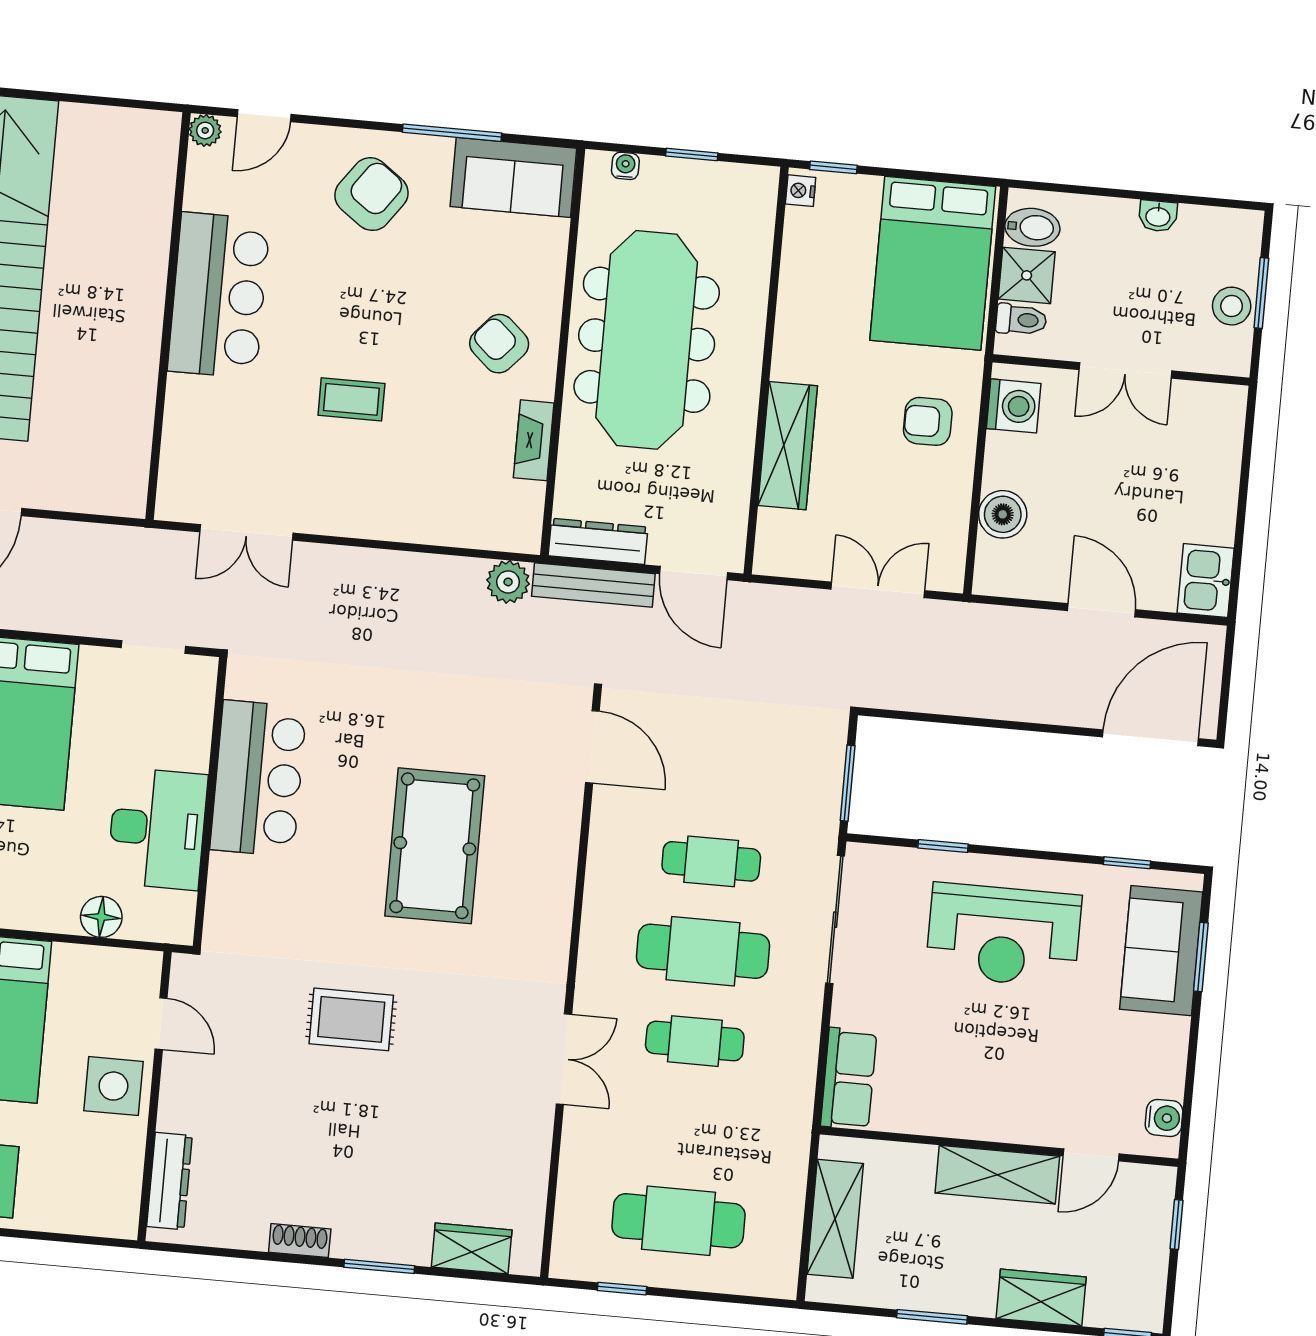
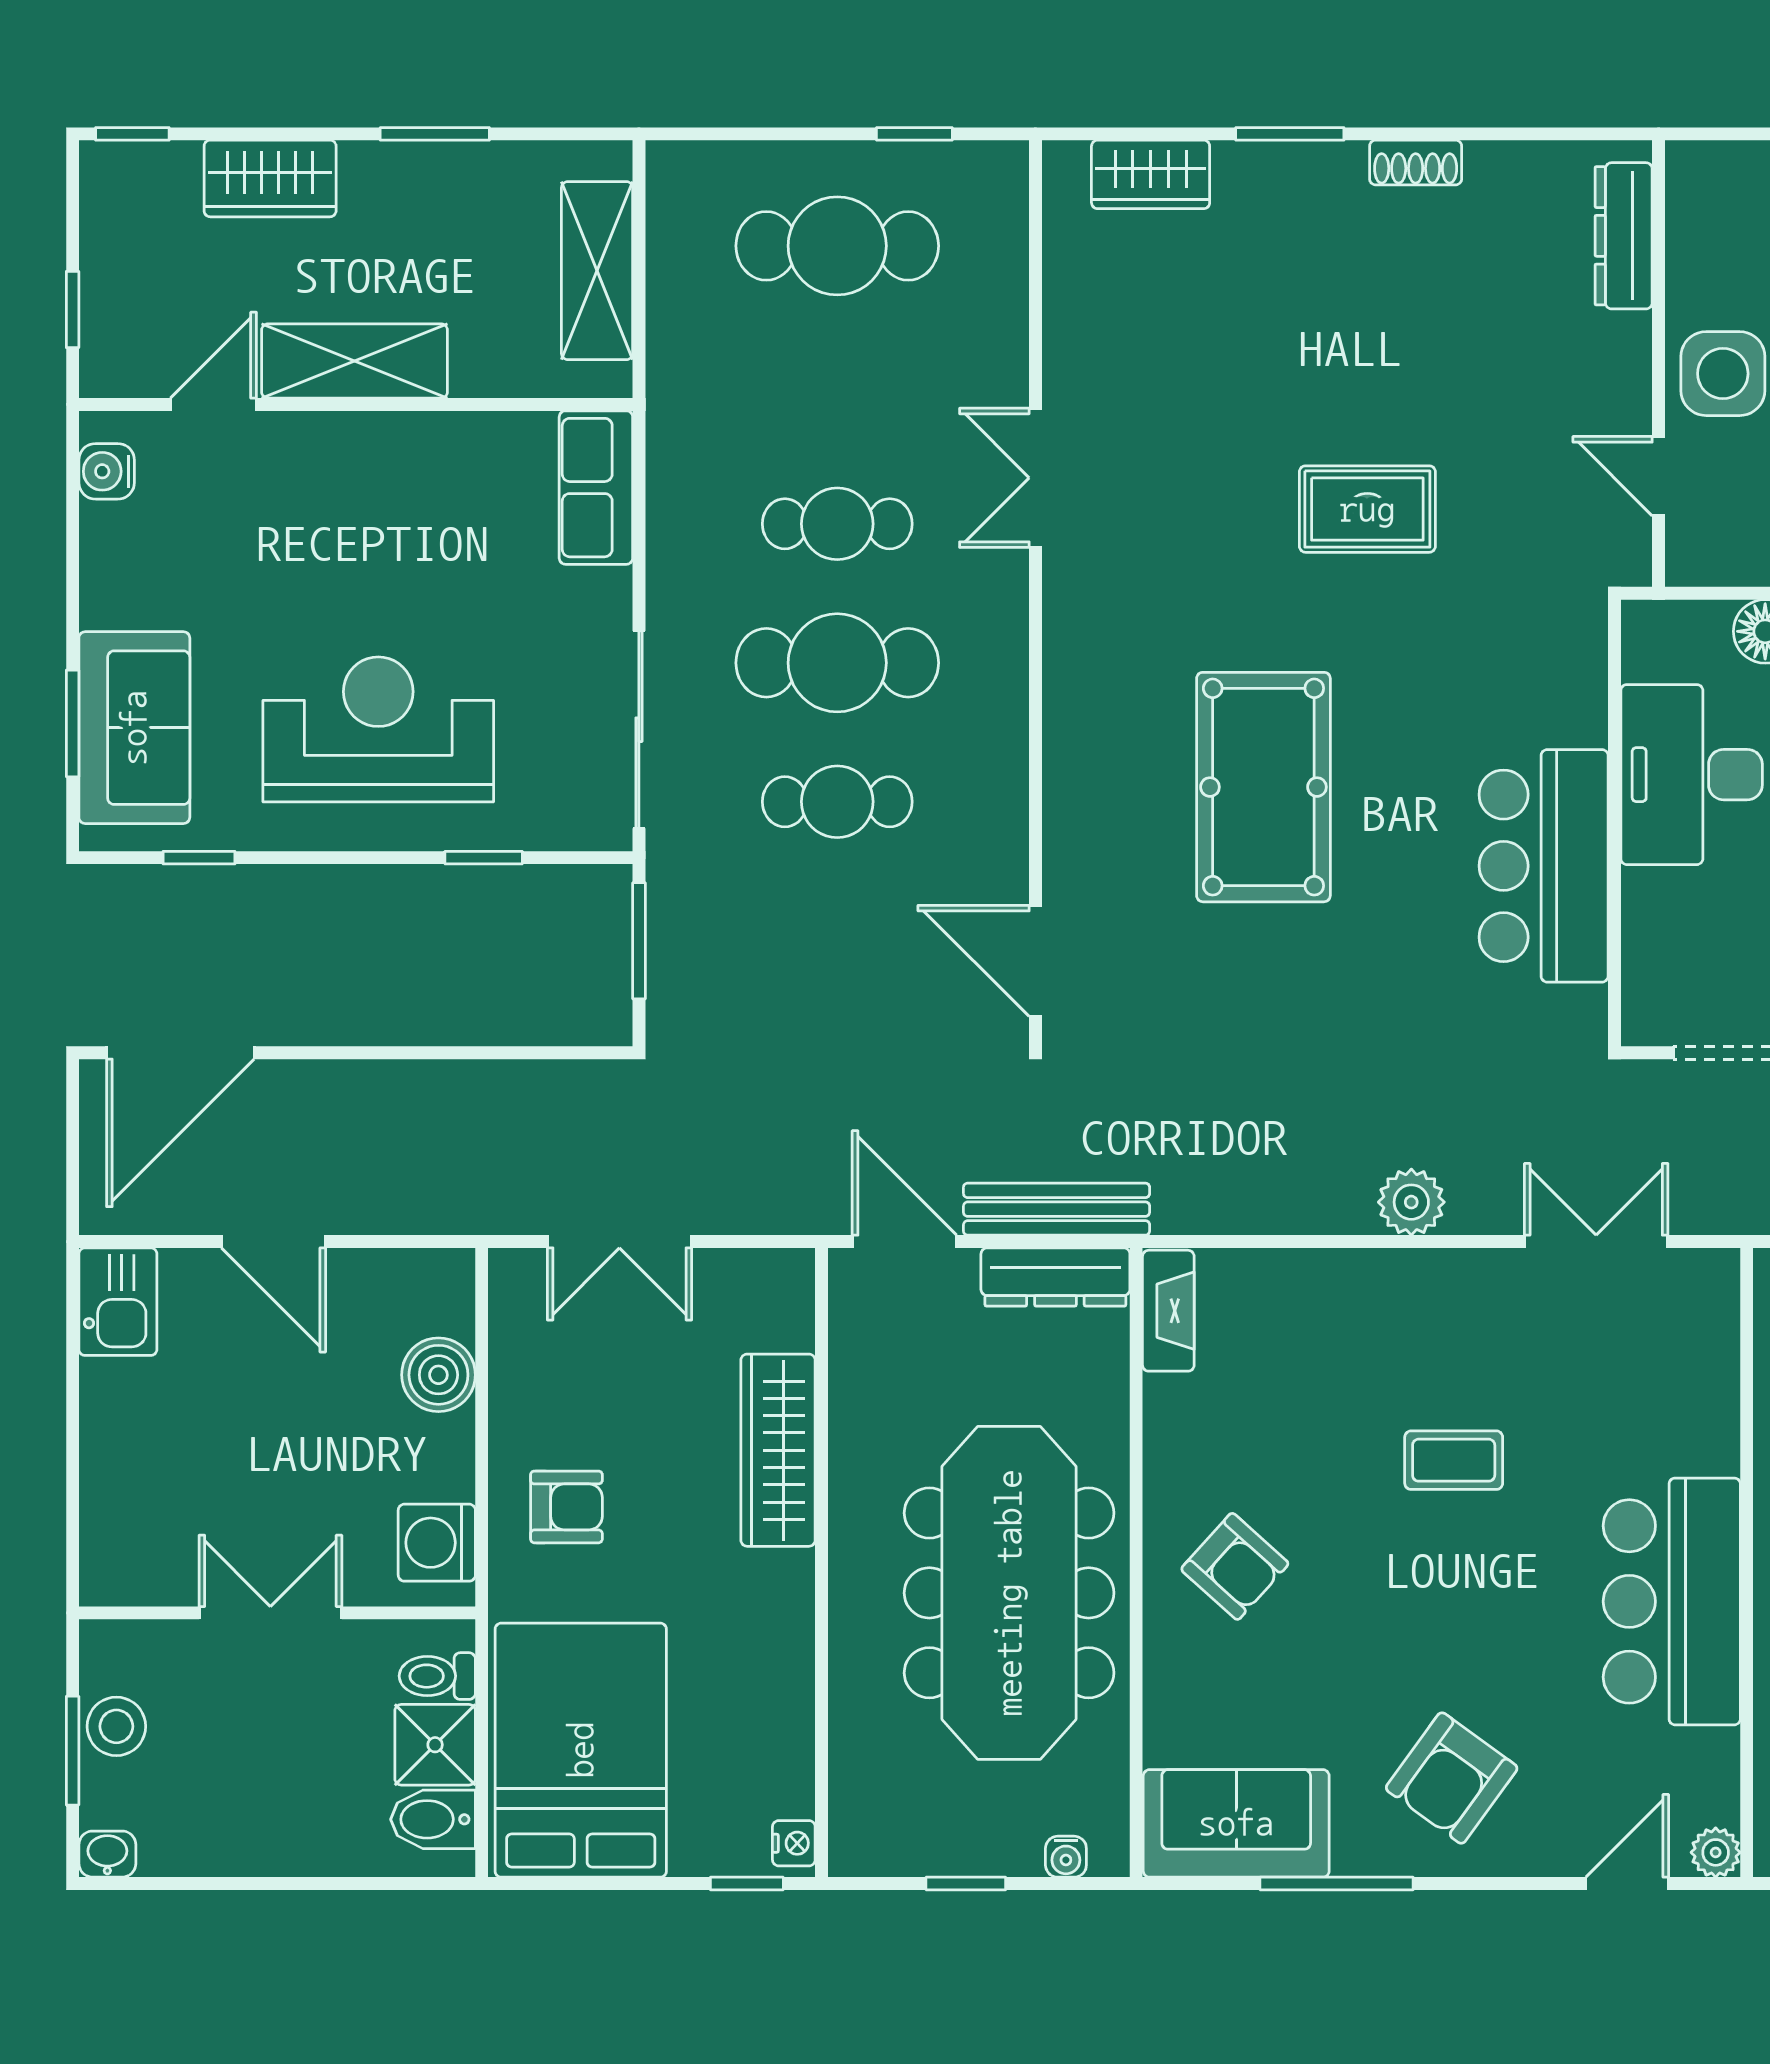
washbasin: (1158, 216) -> (107, 1854), moved
fireplace: (534, 440) -> (1168, 1311), moved
plant: (508, 582) -> (1411, 1202), moved

